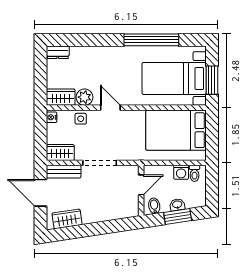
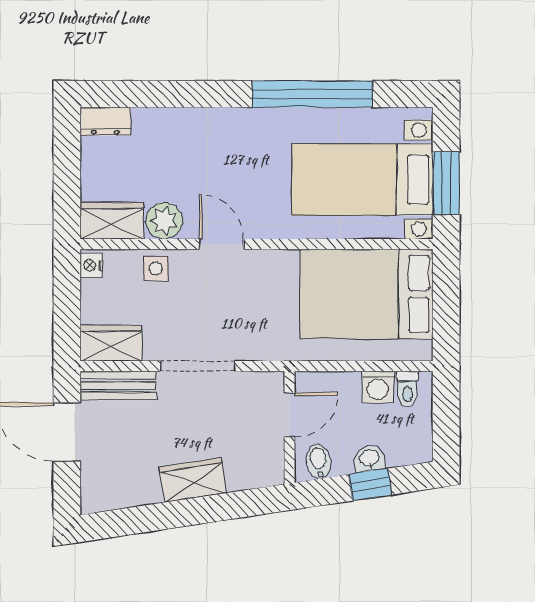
window: (178, 216) -> (370, 485), width x0.67
wardrobe: (67, 219) -> (193, 480), moved

